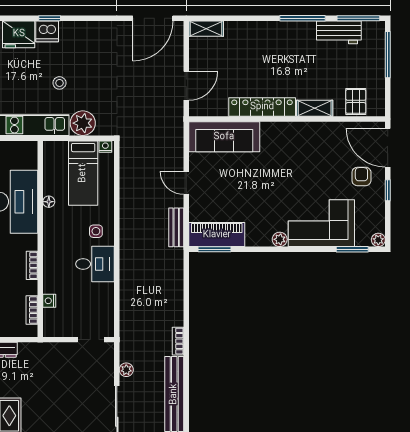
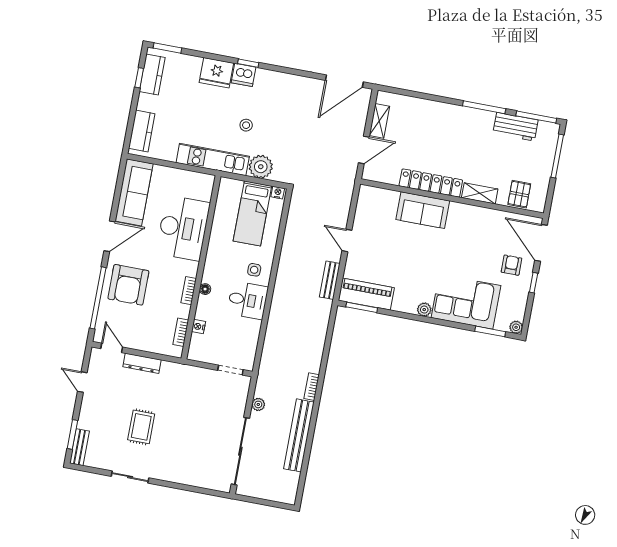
shelving: (206, 29) -> (379, 121), moved, turned 90
sofa: (224, 137) -> (423, 210), moved, width x0.73
floor lamp: (49, 202) -> (205, 289), moved

